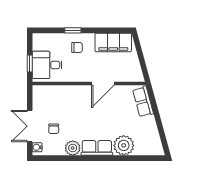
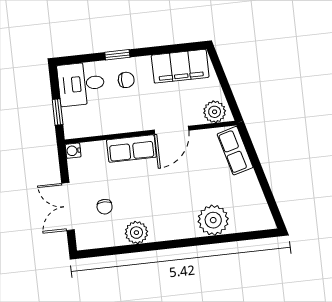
desk: (47, 65) -> (81, 84), moved
plant: (132, 75) -> (215, 112), added
water cooler: (37, 147) -> (73, 151), moved
row of seats: (97, 148) -> (131, 149), moved, turned 180

